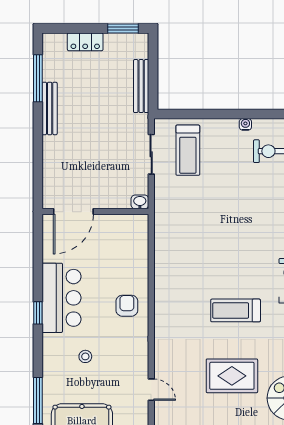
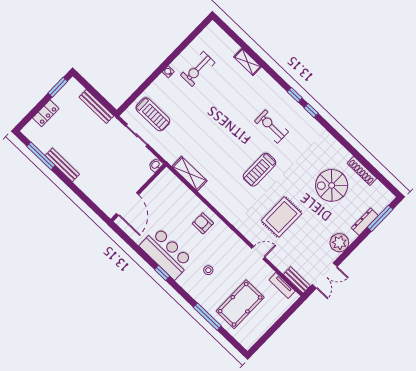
shelving: (164, 244) -> (189, 174), added
rug: (232, 376) -> (282, 217), moved

